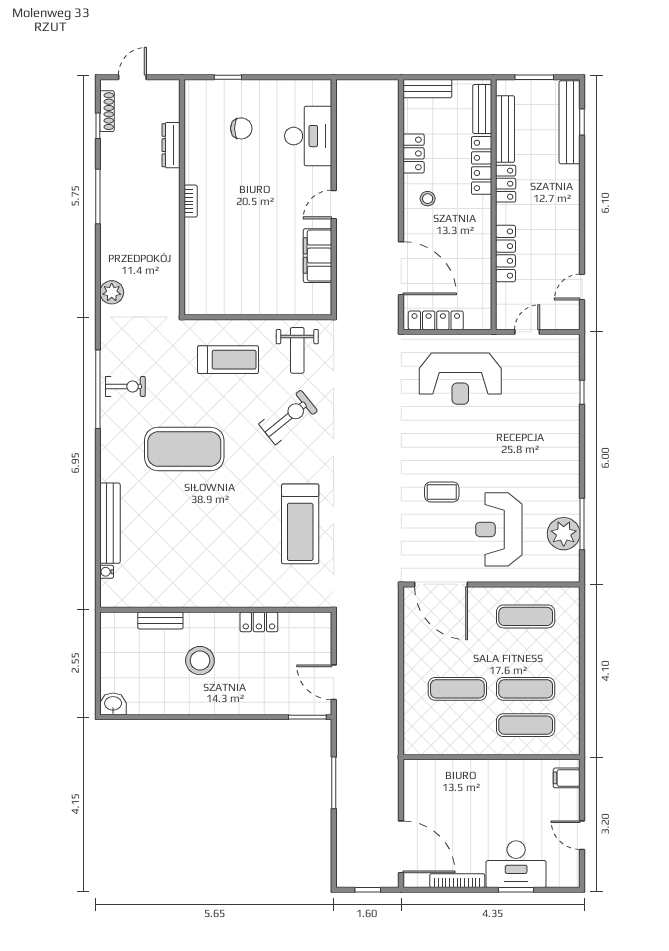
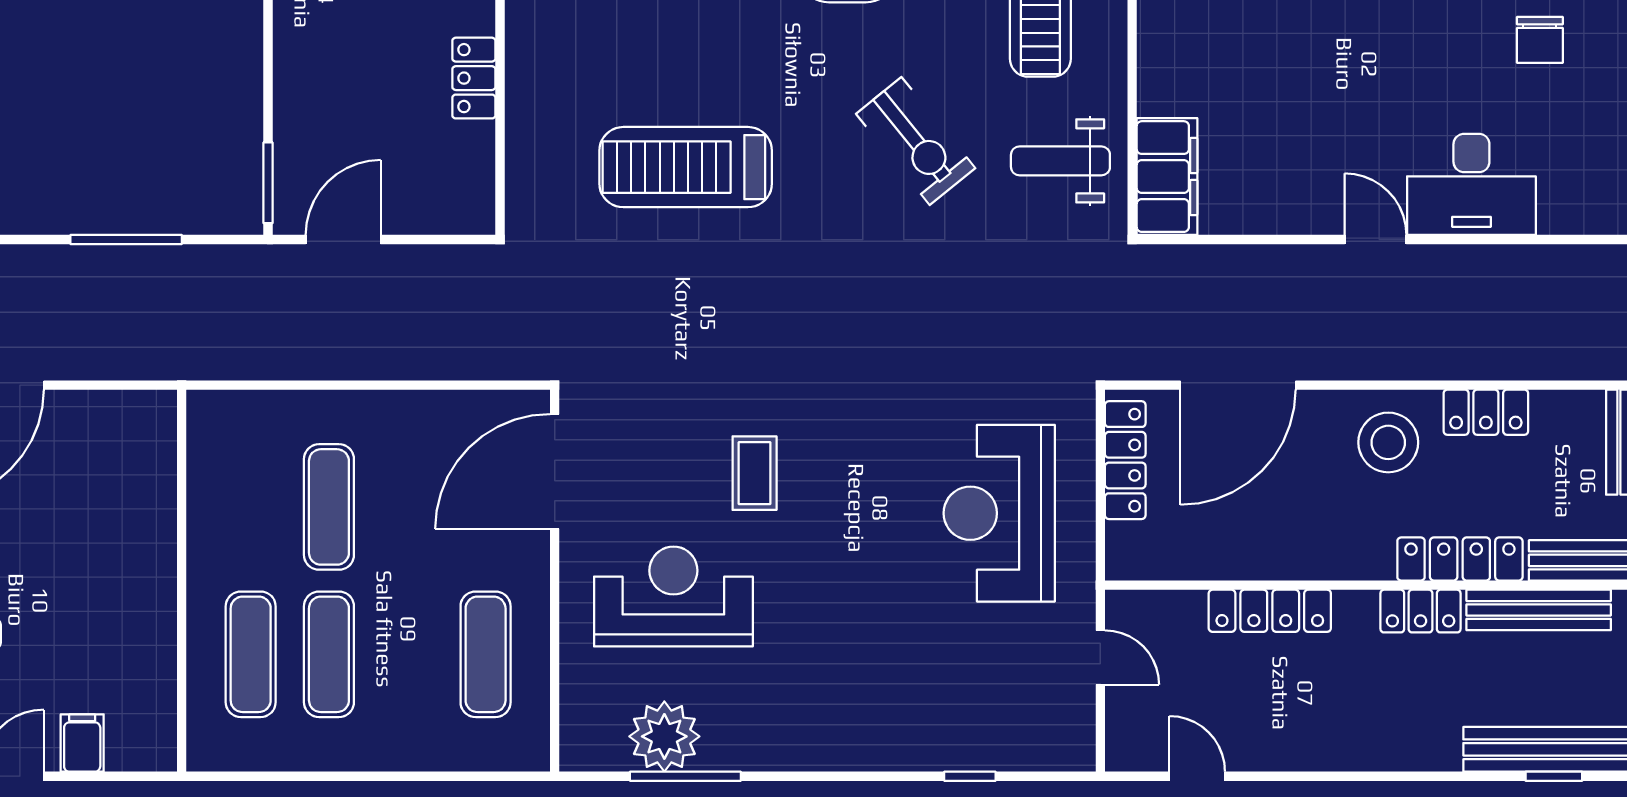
desk: (308, 136) -> (1471, 184), moved
stool: (428, 199) -> (1388, 442), width x1.89, depth x1.89
filing cabinet: (318, 256) -> (1167, 177), moved, turned 90
filing cabinet: (567, 778) -> (82, 743), moved

